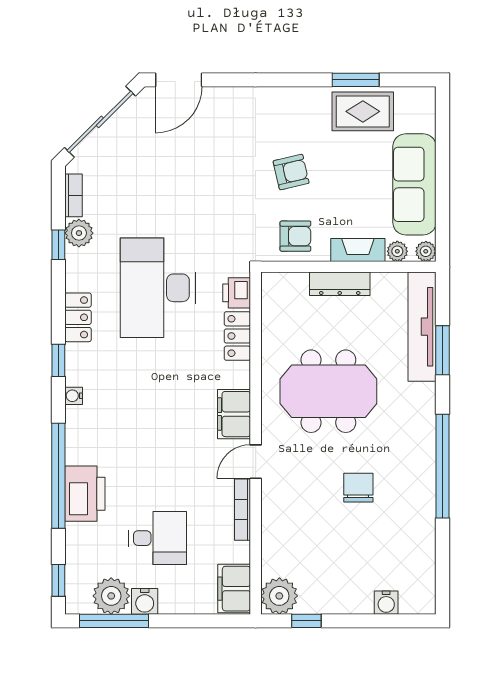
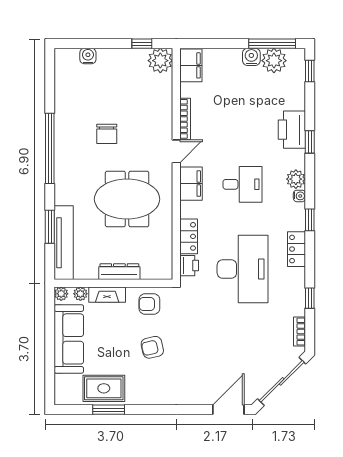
plant: (79, 233) -> (296, 179), moved
window: (58, 476) -> (310, 142), width x0.32
desk: (158, 538) -> (243, 184), moved, turned 180

